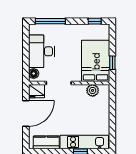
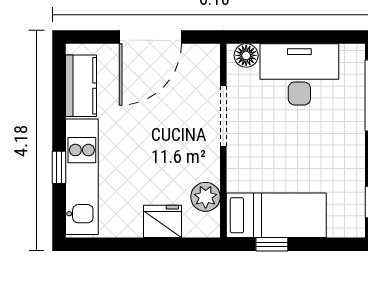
bed: (96, 61) -> (276, 215), width x0.67
fridge: (37, 91) -> (163, 221), moved, turned 90
door: (26, 113) -> (150, 37), hinge flipped

